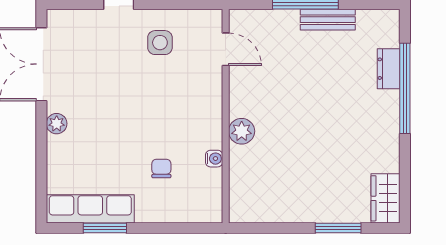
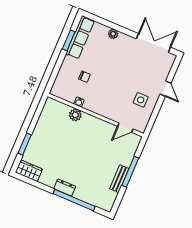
dresser: (389, 69) -> (65, 187), moved
plant: (57, 124) -> (113, 34), moved
plant: (242, 131) -> (75, 115), moved

